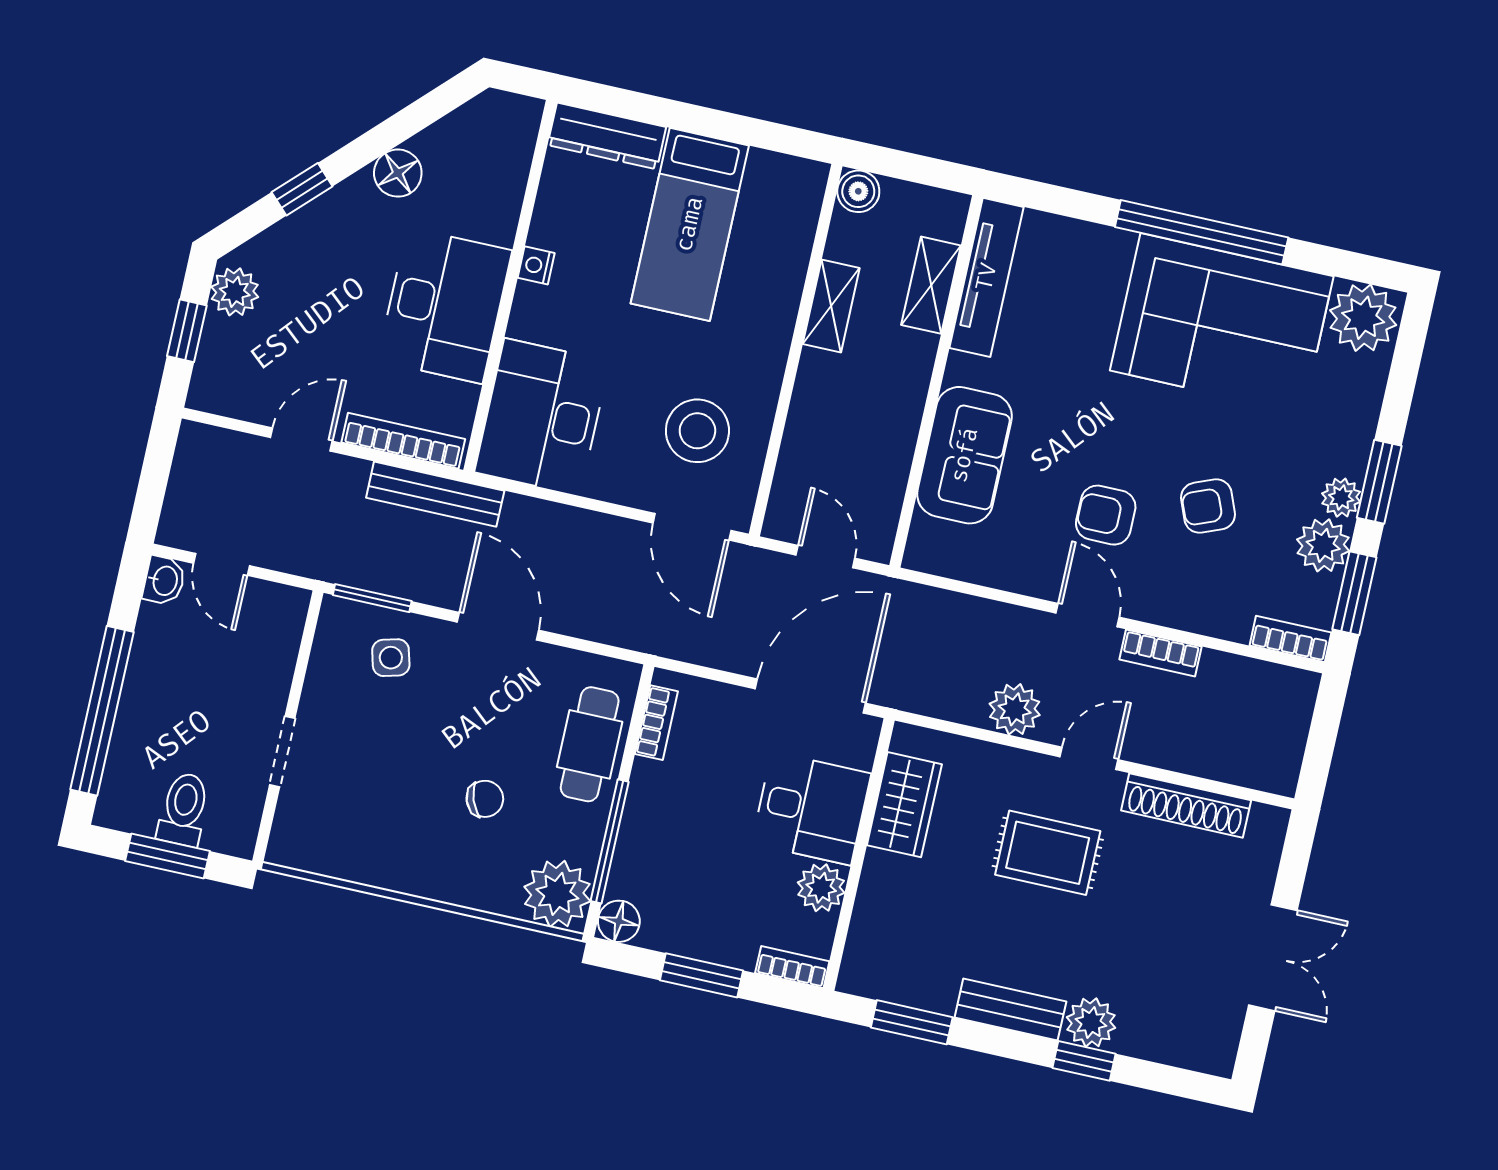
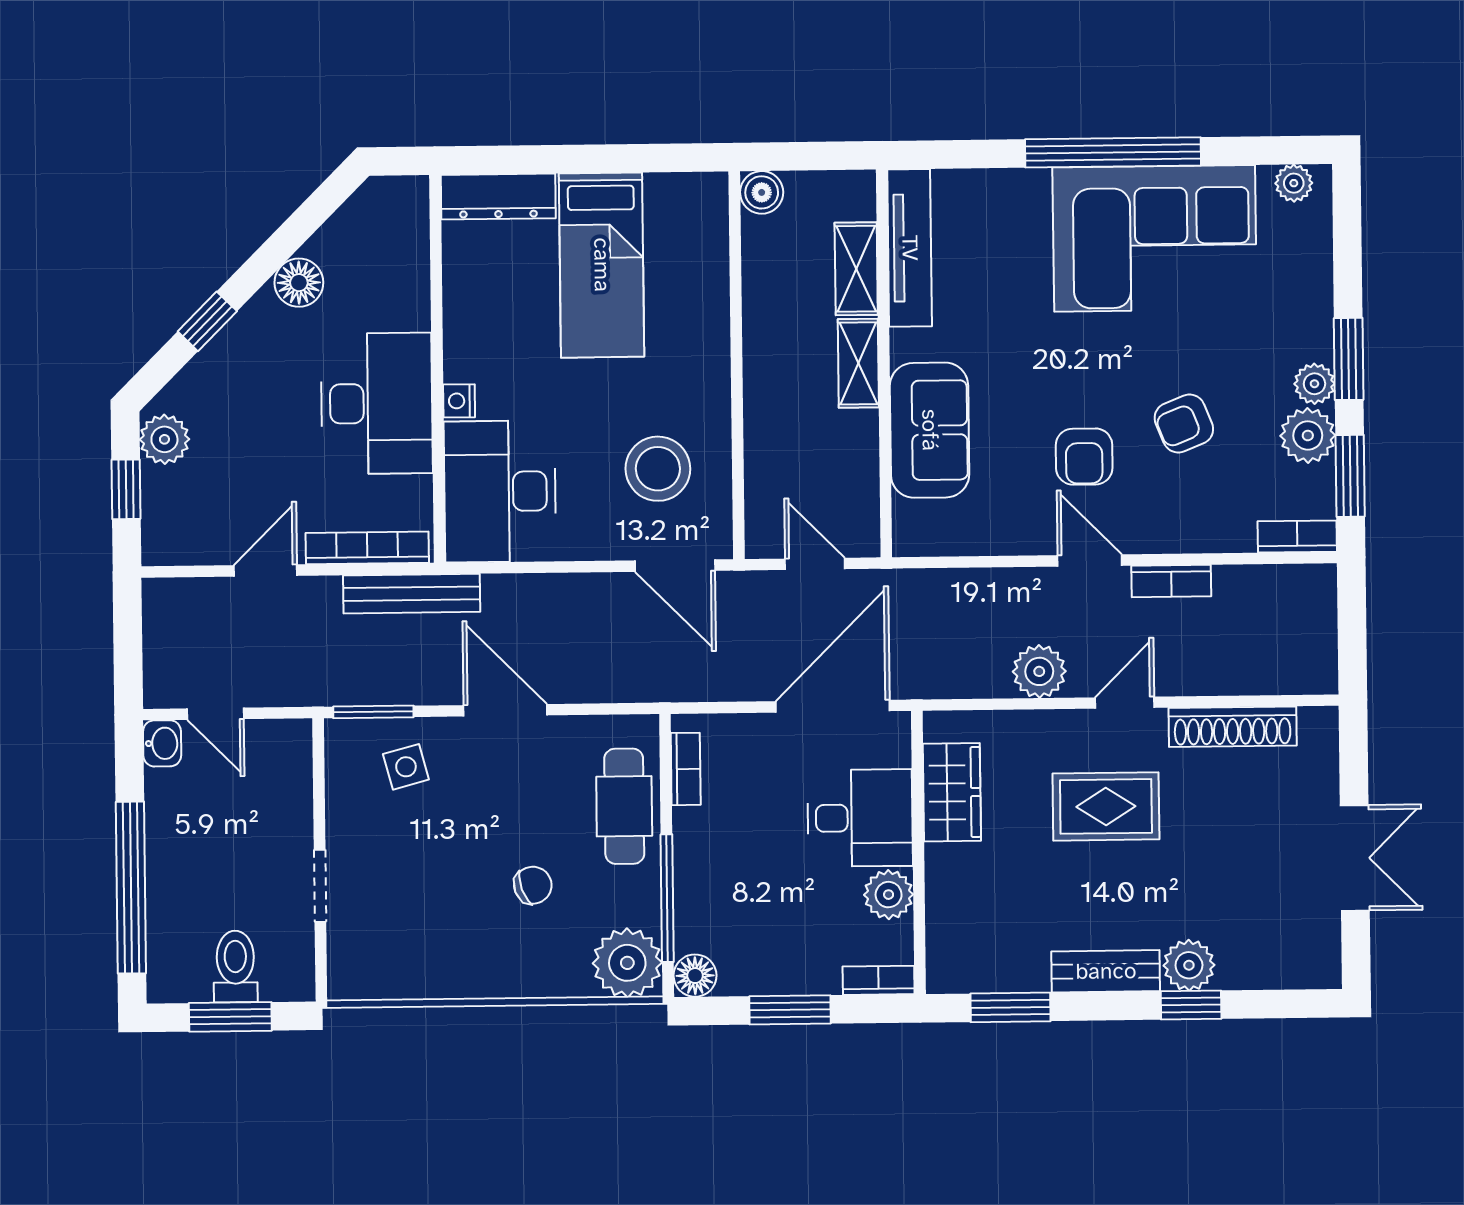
nightstand: (536, 265) -> (459, 401), moved
shelving: (831, 306) -> (858, 363), moved
plant: (1363, 318) -> (1294, 183), width x0.53, depth x0.53
armchair: (1106, 515) -> (1084, 457), turned -90

